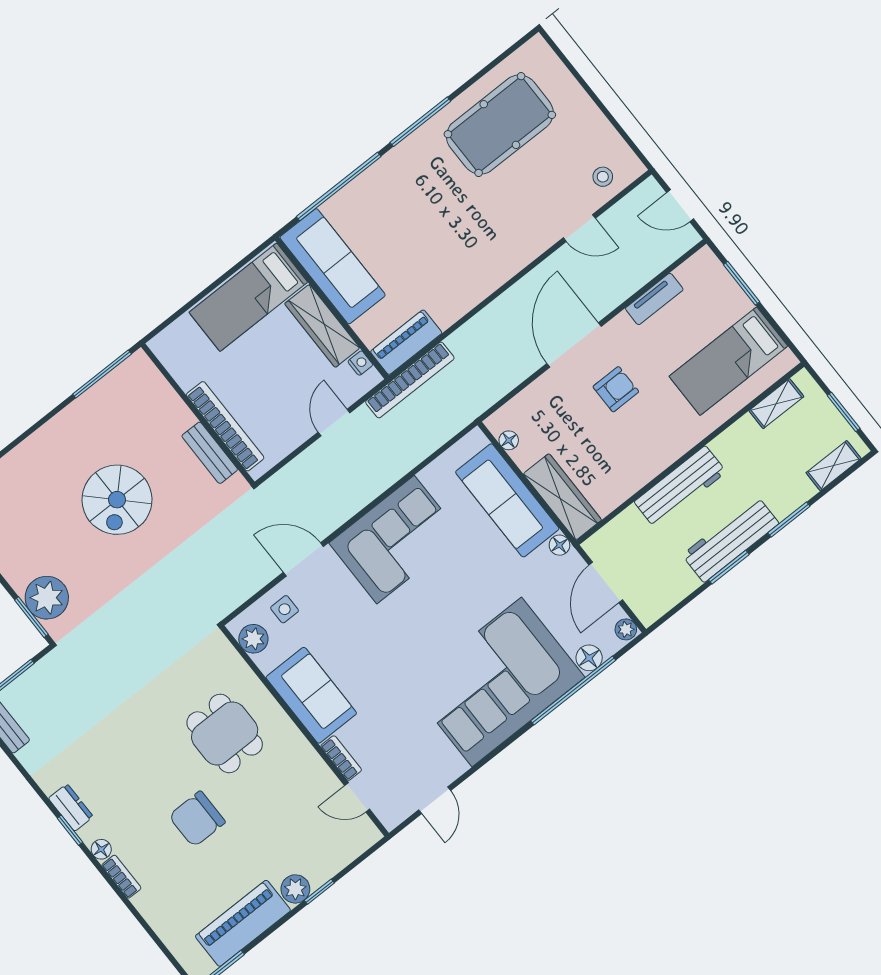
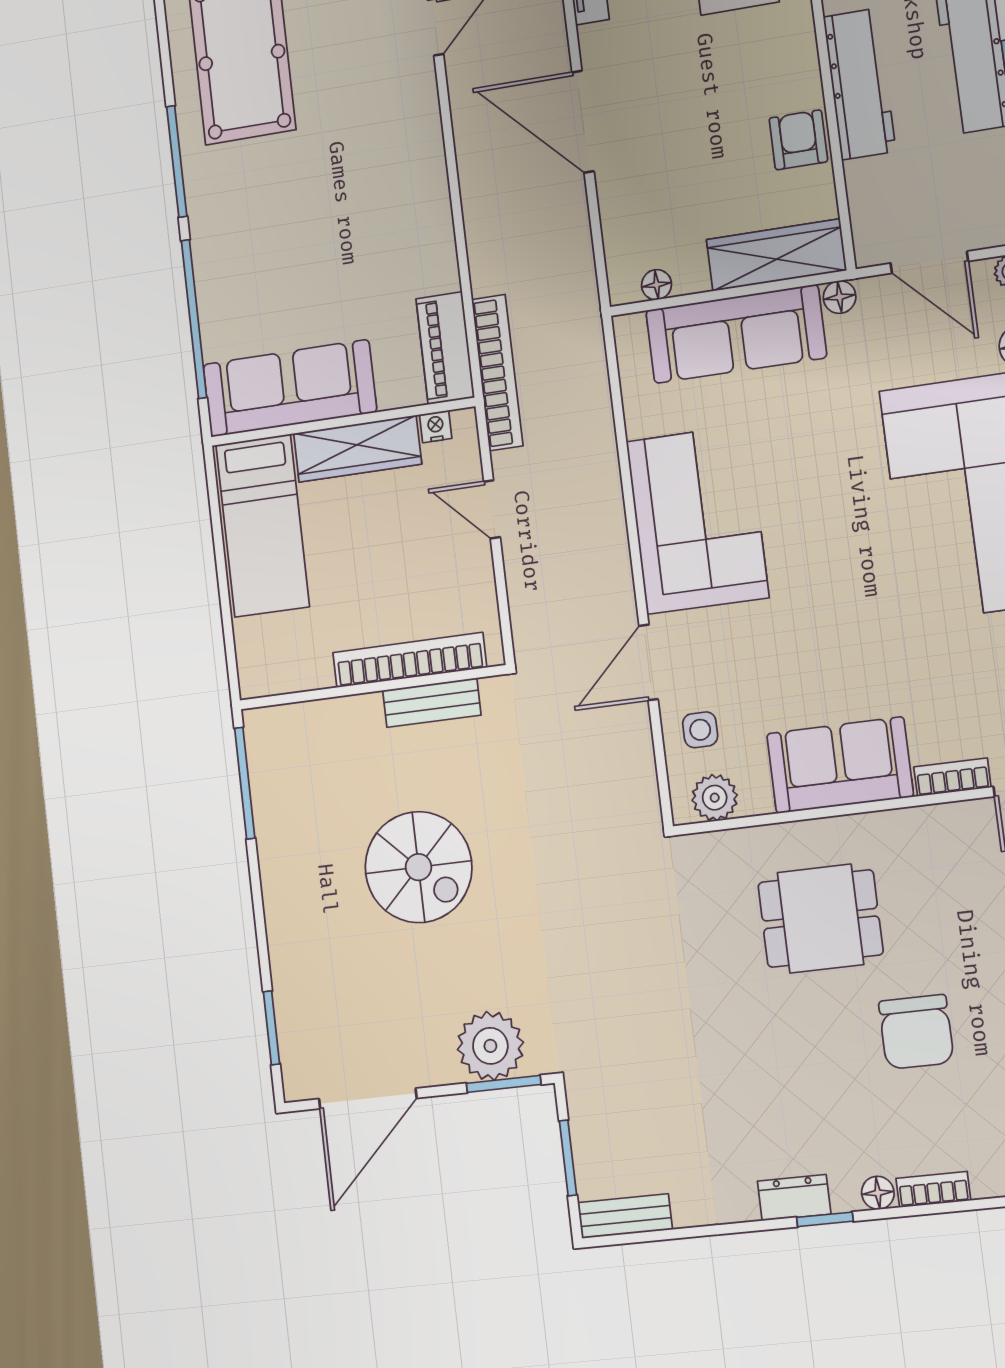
armchair: (616, 389) -> (798, 140), moved

